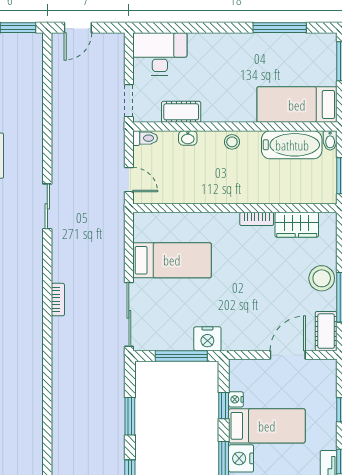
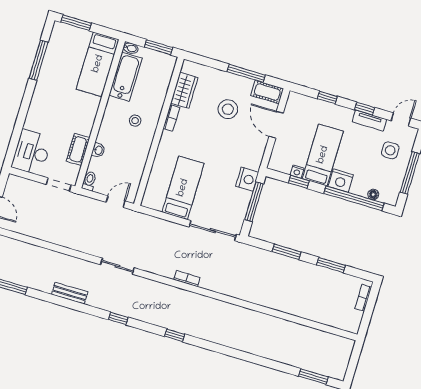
stool: (232, 142) -> (135, 121), moved
stool: (322, 278) -> (228, 109), moved

